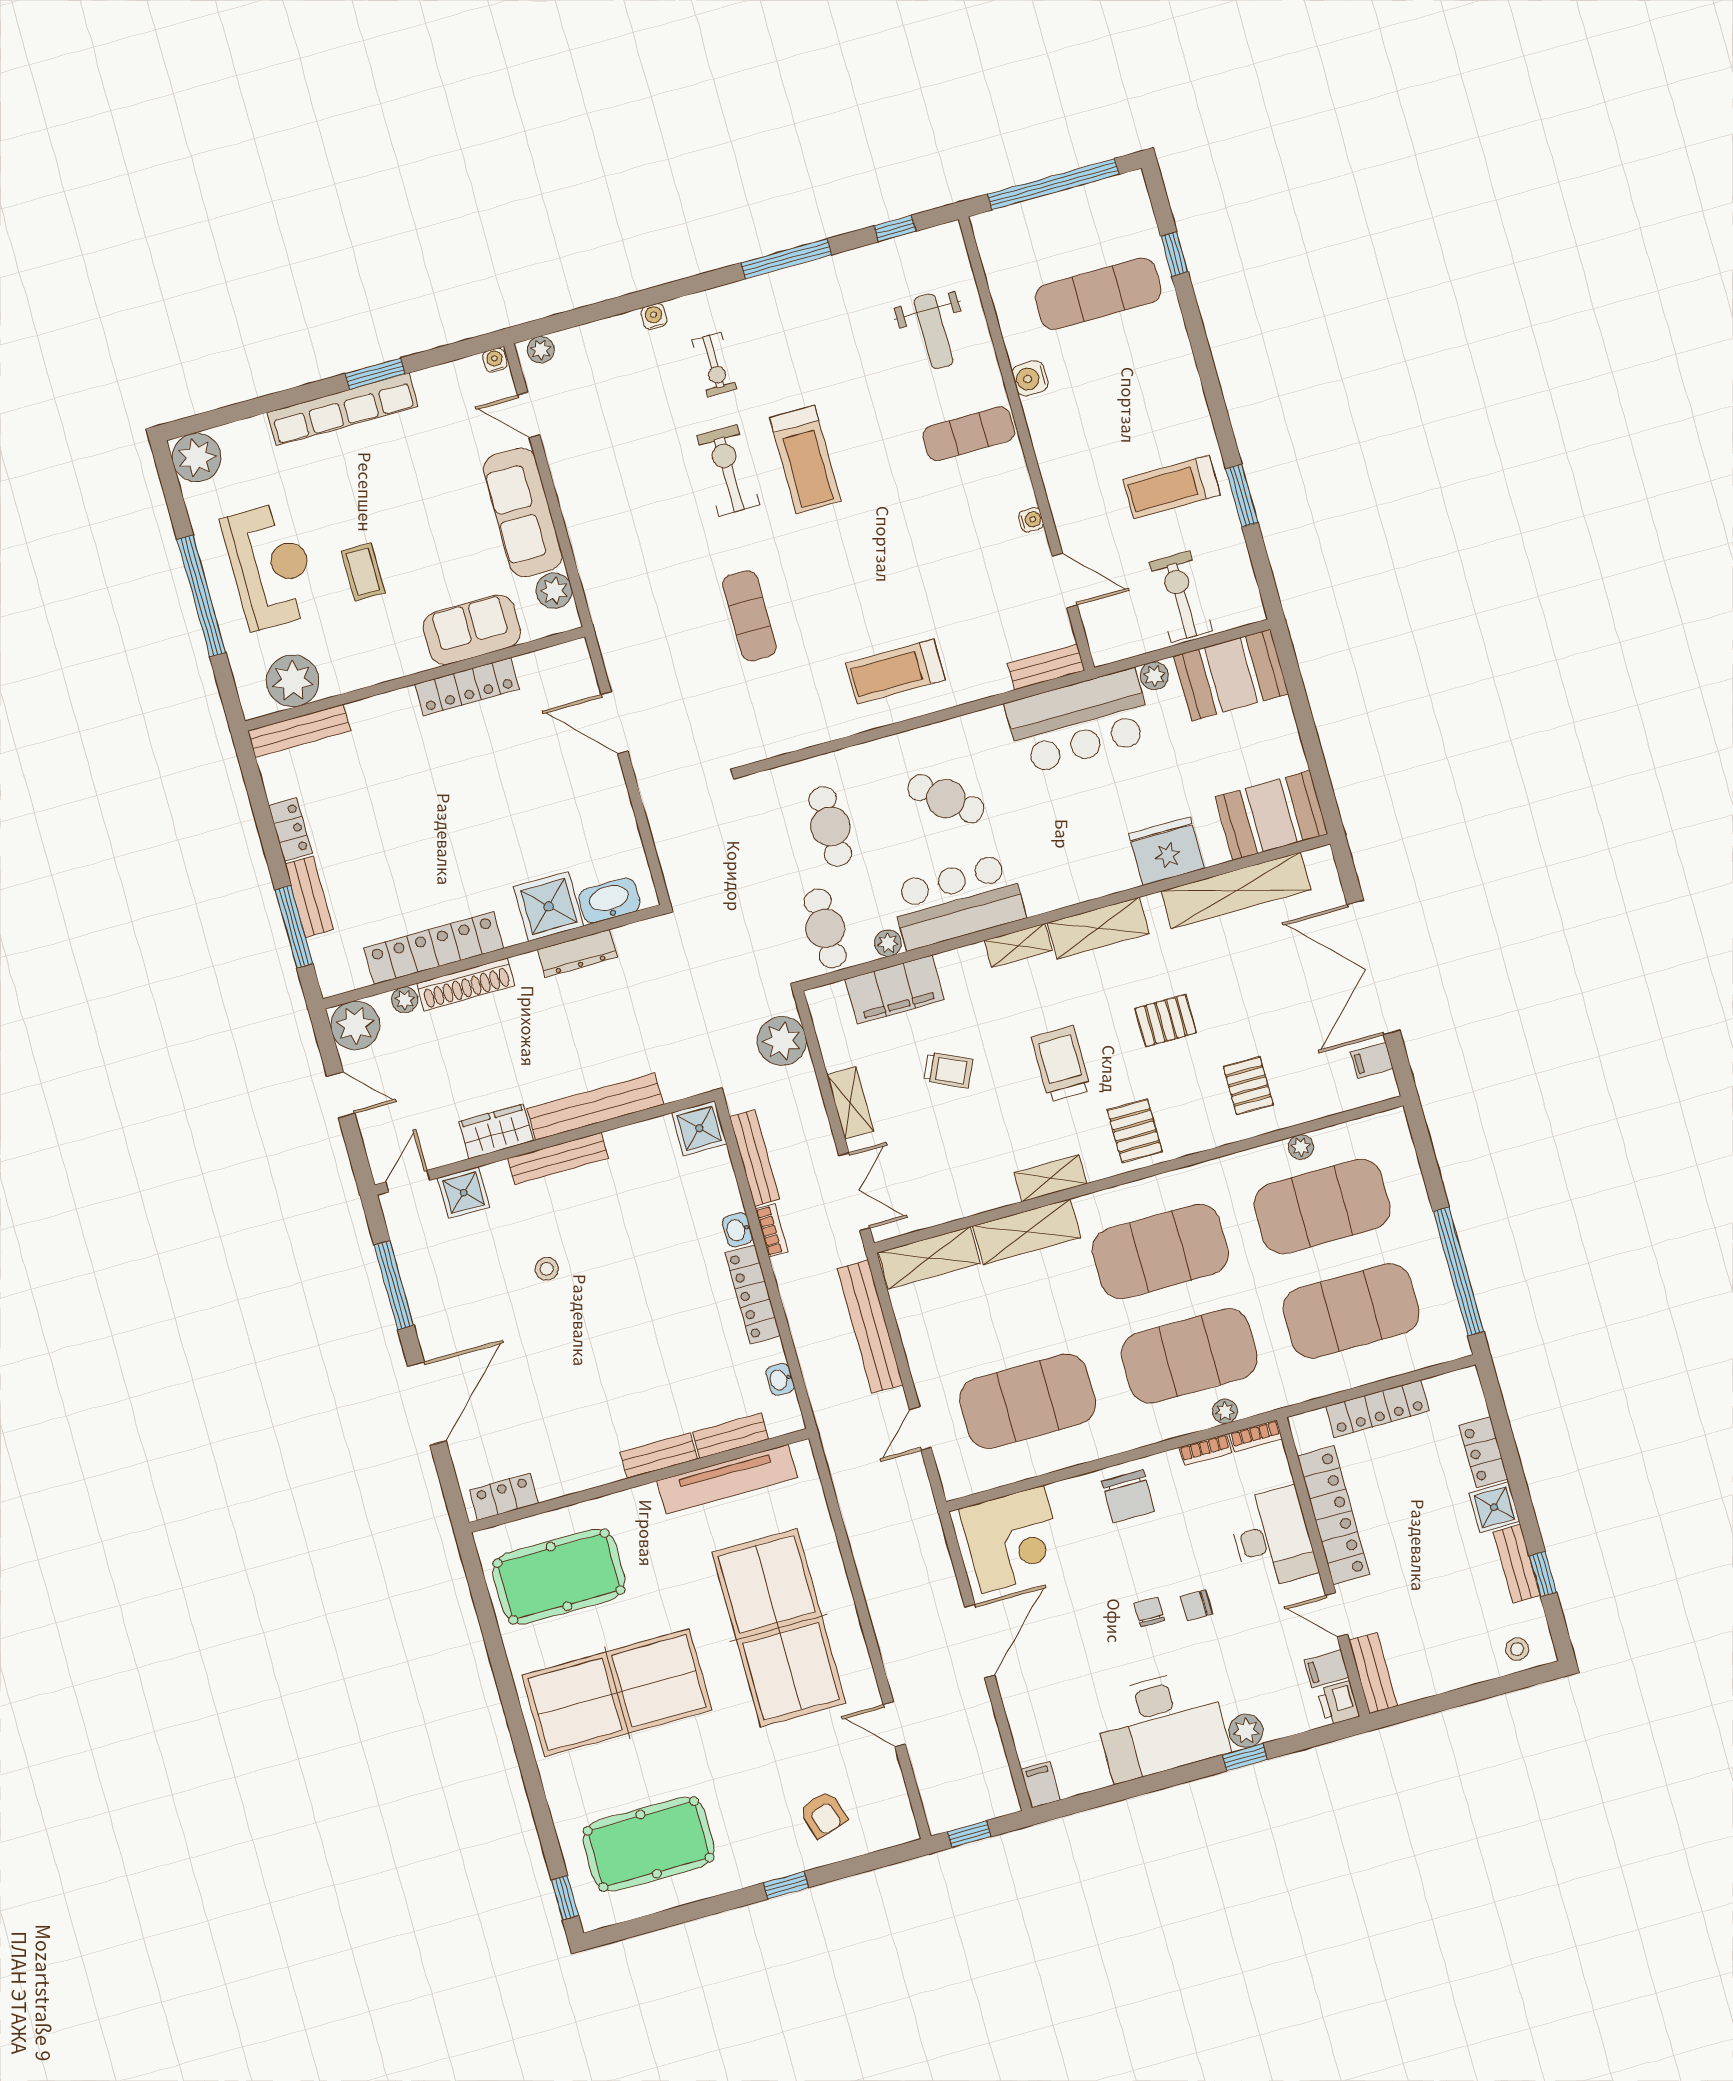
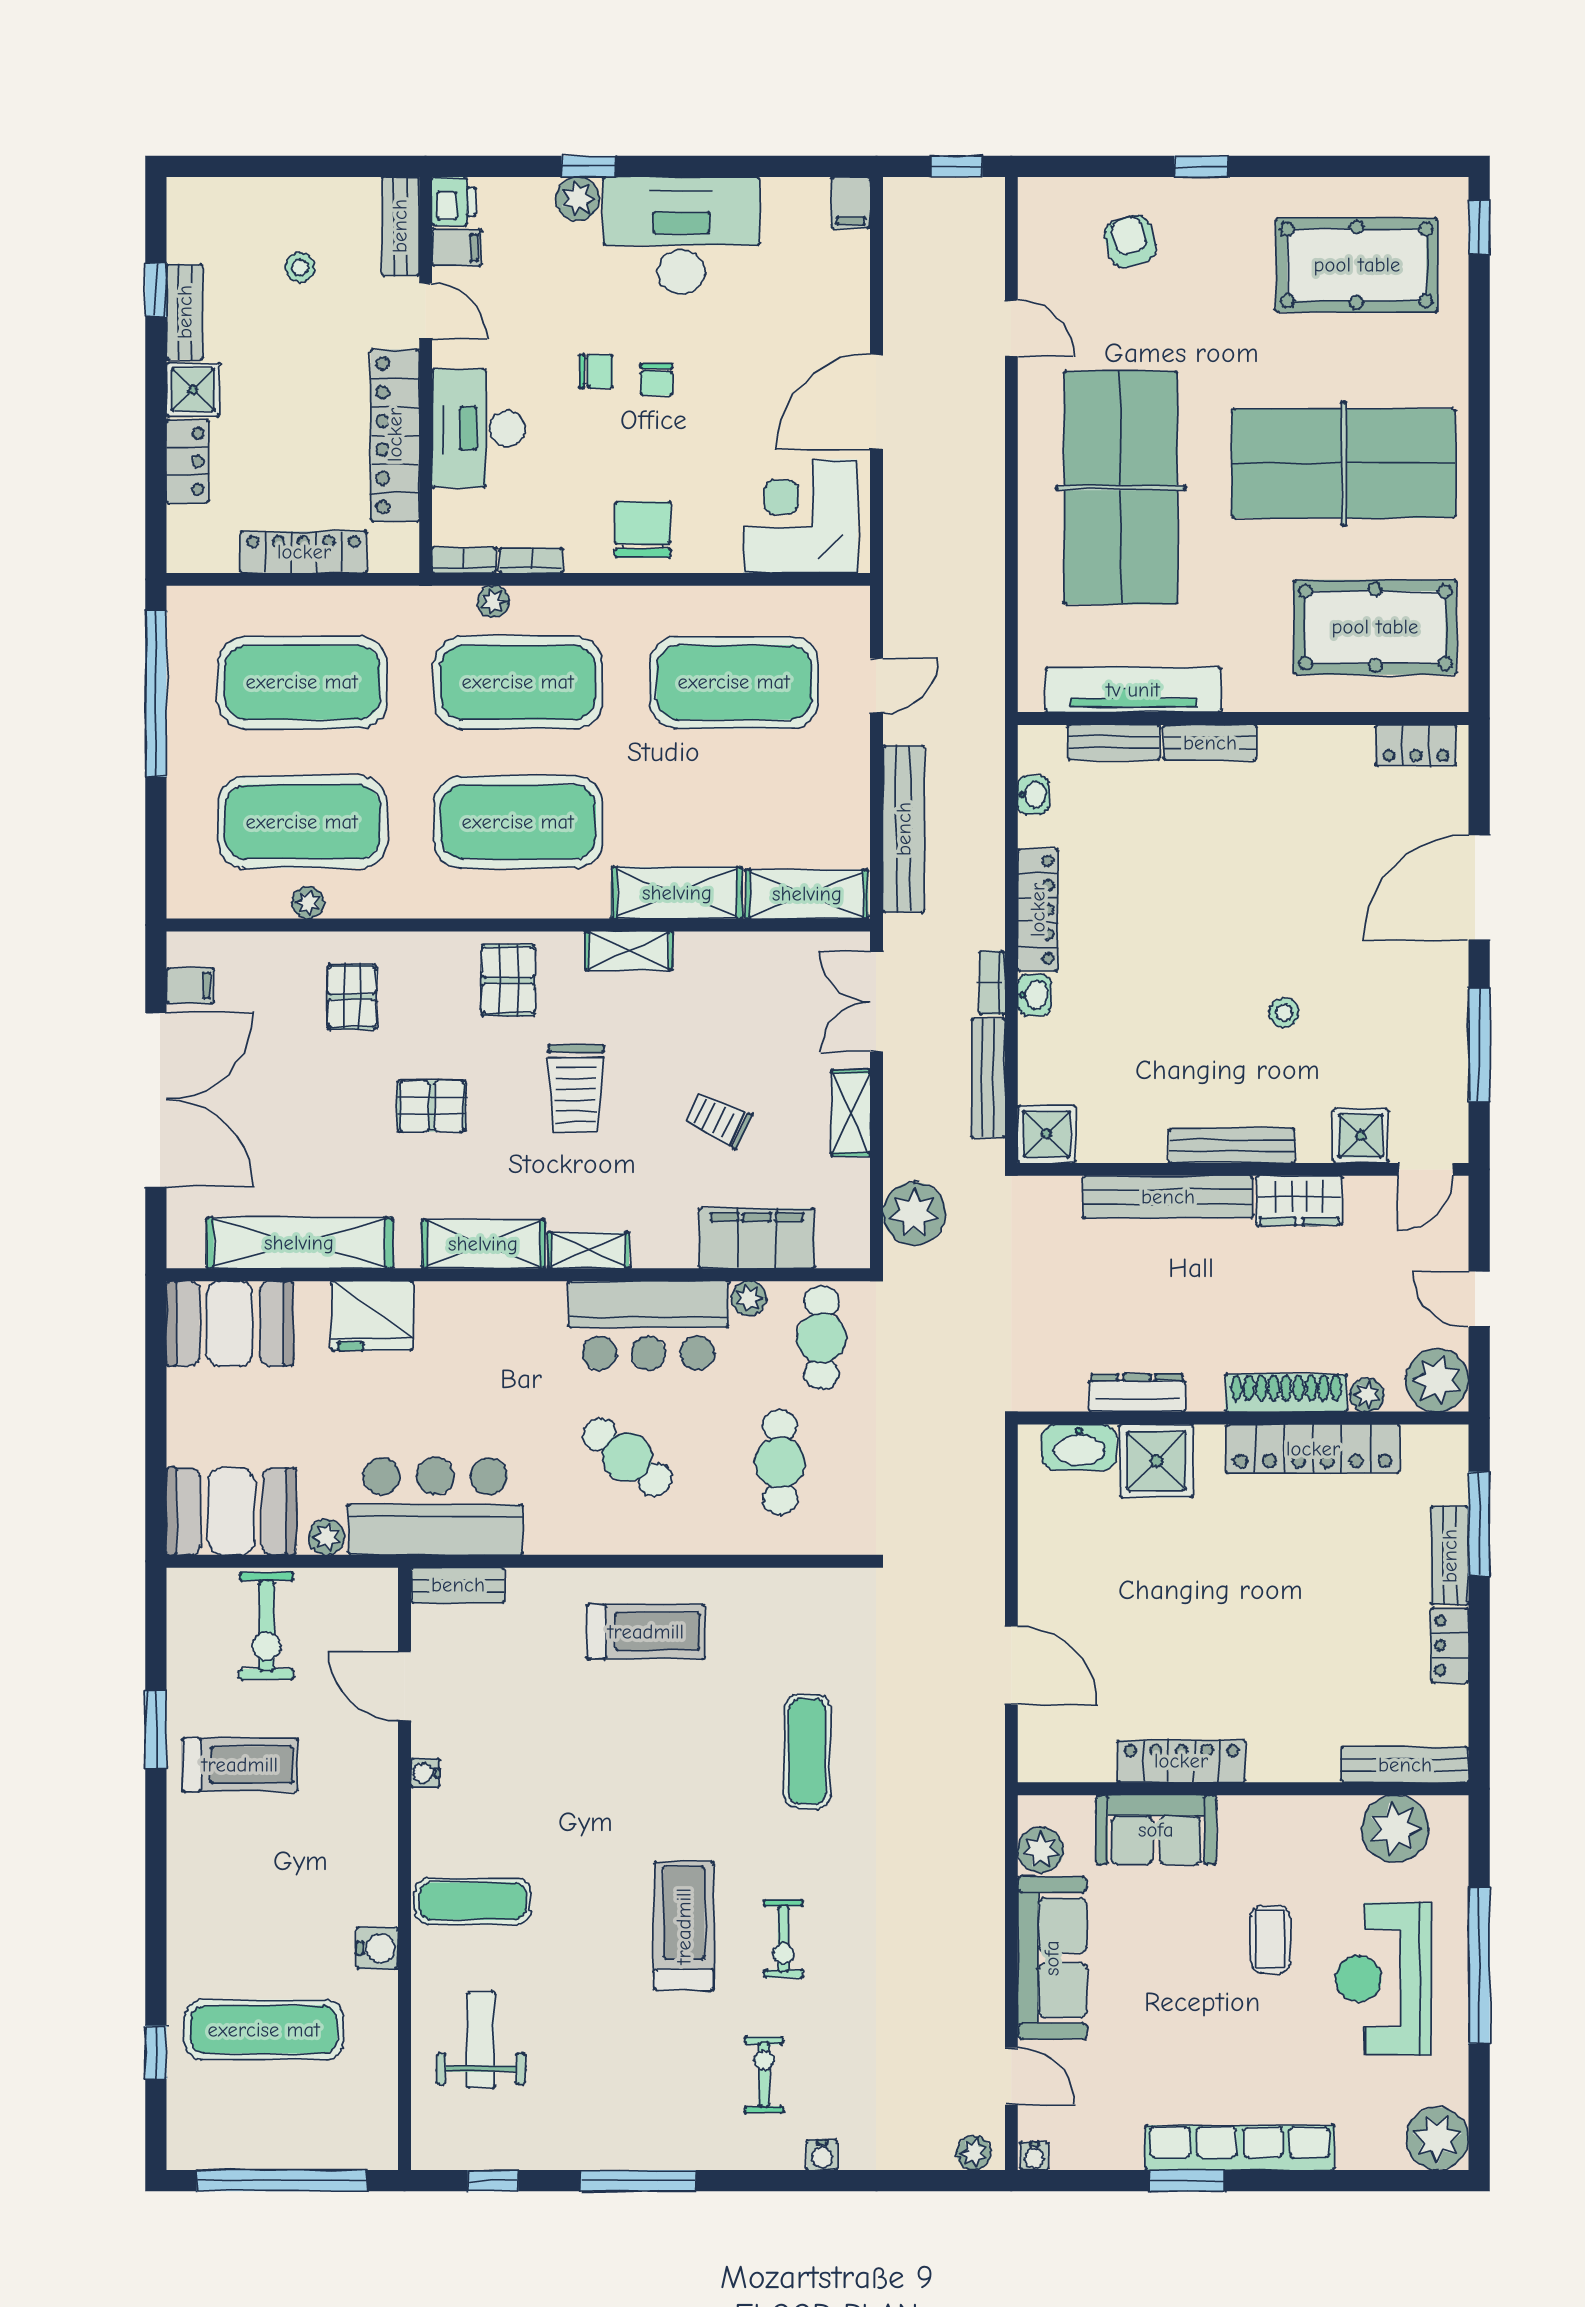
exercise bike: (728, 470) -> (783, 1939), width x0.73, depth x0.72
stool: (1517, 1649) -> (300, 267), moved

